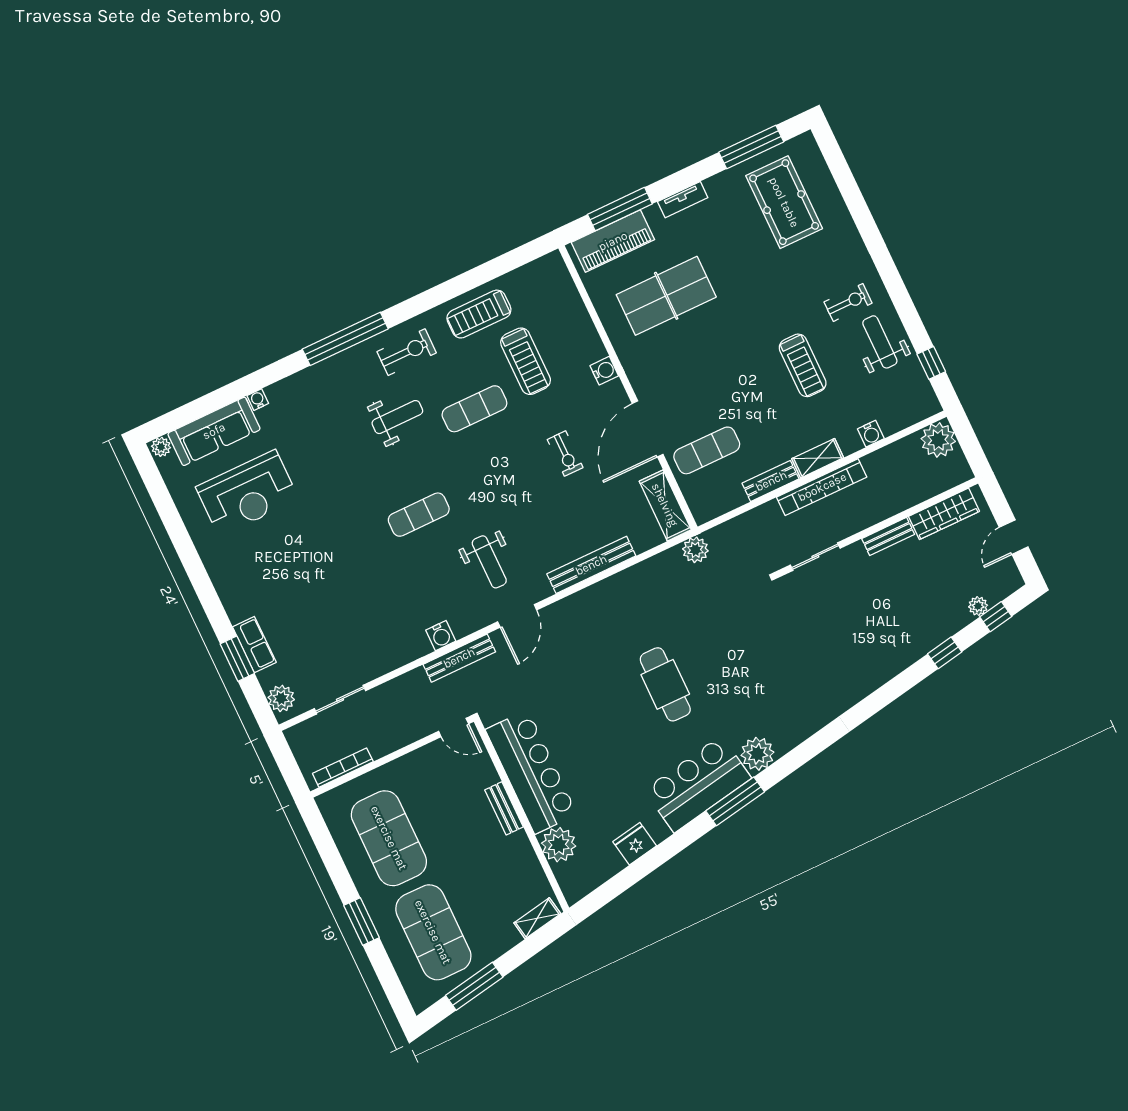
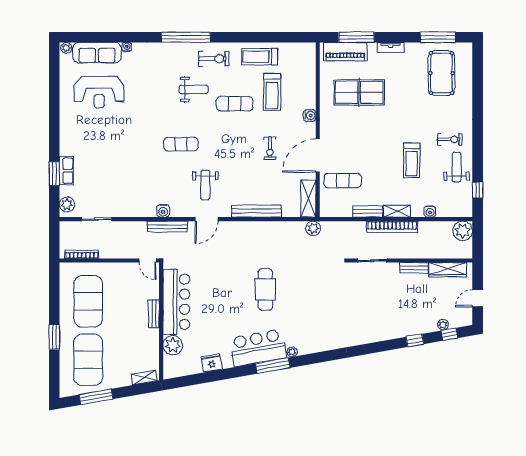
plant: (757, 754) -> (292, 352), width x0.53, depth x0.53

